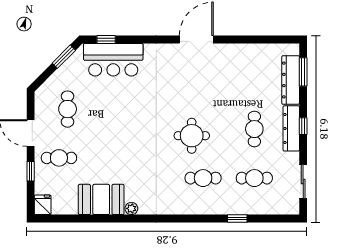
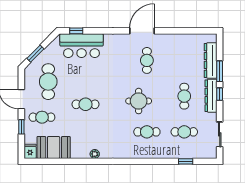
window: (64, 57) -> (35, 54), moved
window: (303, 72) -> (220, 71), moved
cafe table: (203, 80) -> (147, 60), added
cafe table: (68, 109) -> (48, 82), width x1.37, depth x1.35
cafe table: (119, 140) -> (86, 104), added
booth: (101, 199) -> (54, 147), moved
window: (237, 219) -> (186, 161), moved

